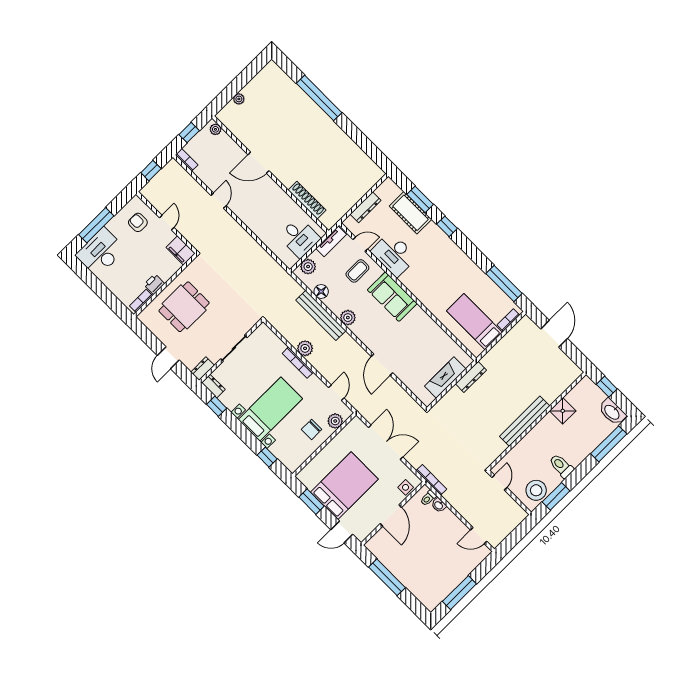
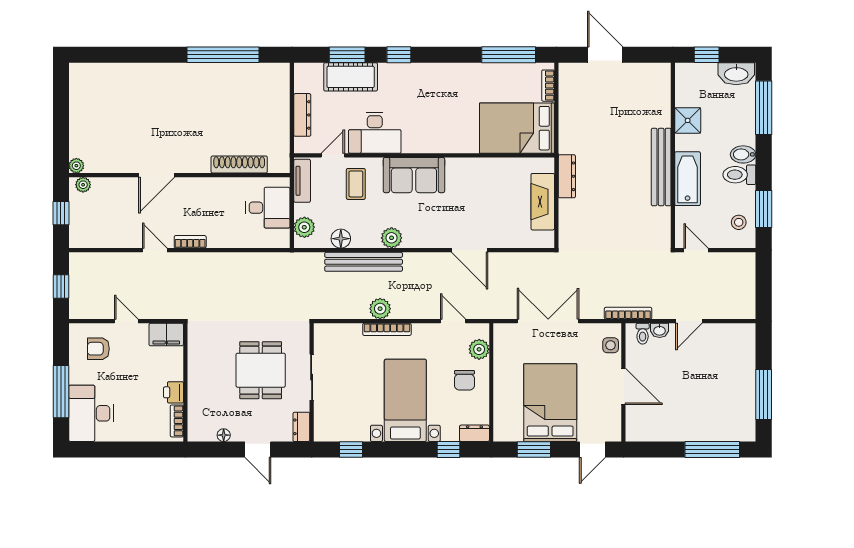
window: (319, 98) -> (223, 55), moved
plant: (239, 99) -> (76, 166), moved
bookcase: (187, 160) -> (190, 242), moved
dining table: (184, 307) -> (261, 370), moved
bed: (474, 322) -> (517, 128), width x1.50
floor lamp: (158, 333) -> (224, 435), added
dresser: (213, 386) -> (474, 433), moved
bathtub: (532, 441) -> (688, 179), added
bidet: (574, 457) -> (743, 154), added
stool: (536, 490) -> (739, 222), width x0.53, depth x0.53
door: (479, 536) -> (689, 321), moved
window: (387, 577) -> (712, 449), moved

